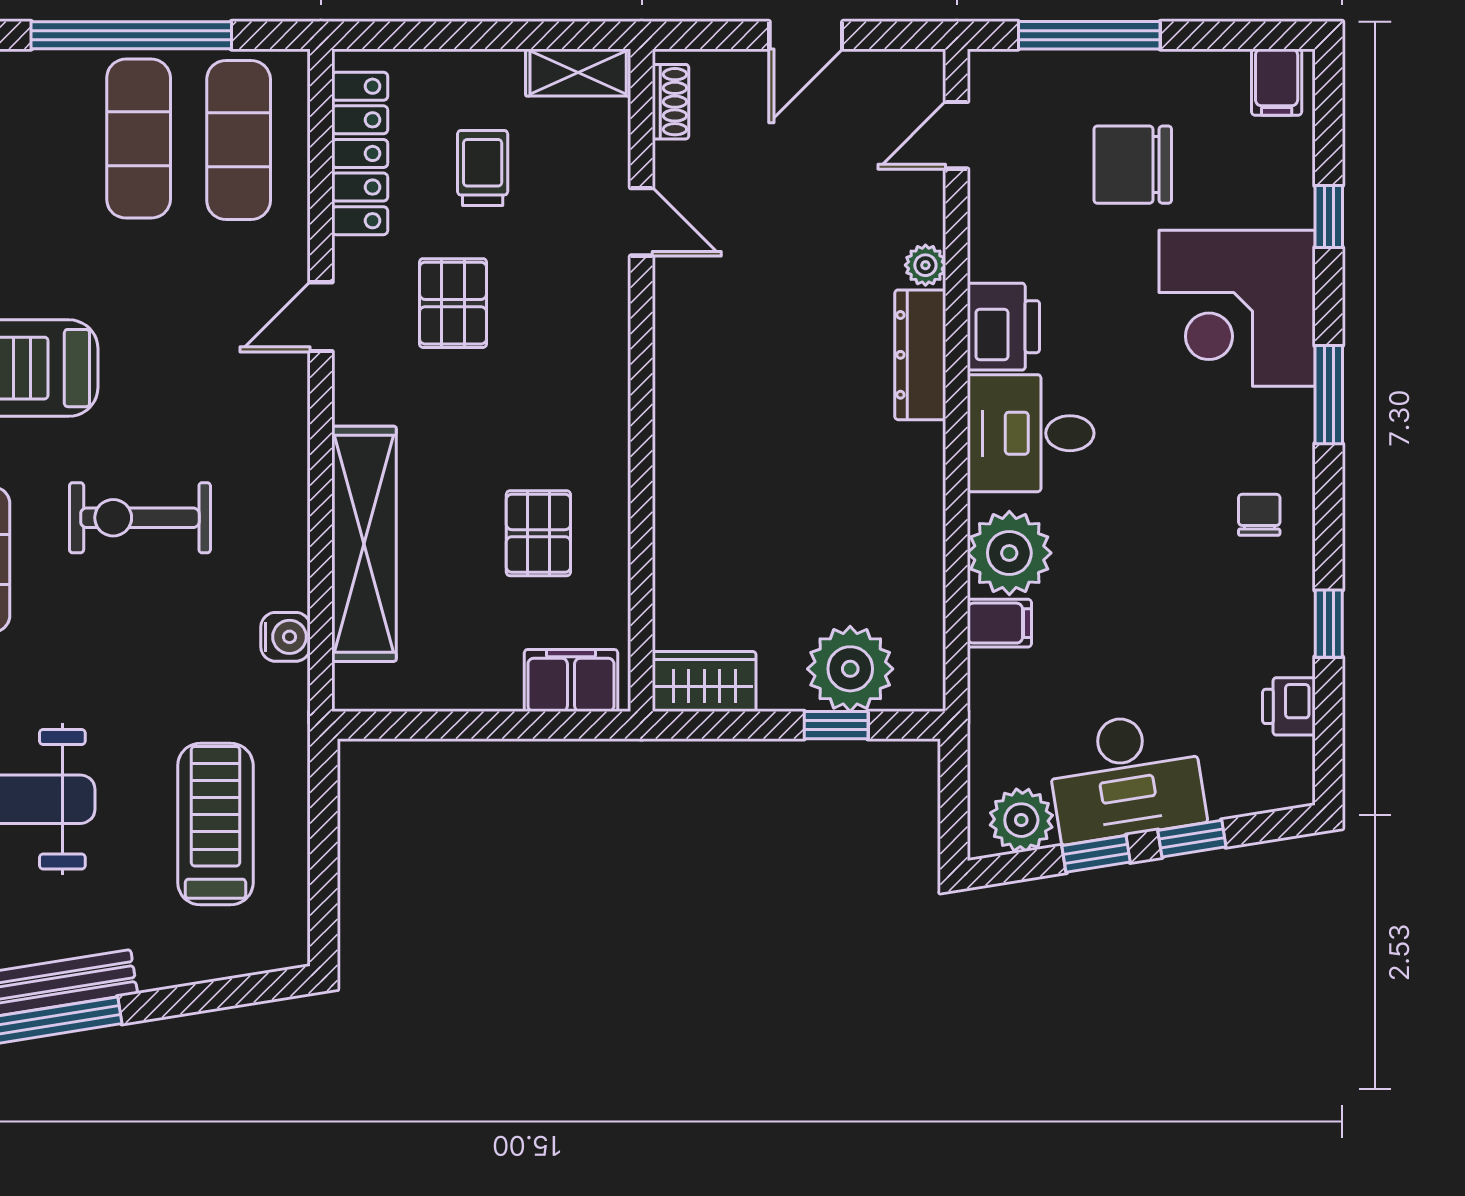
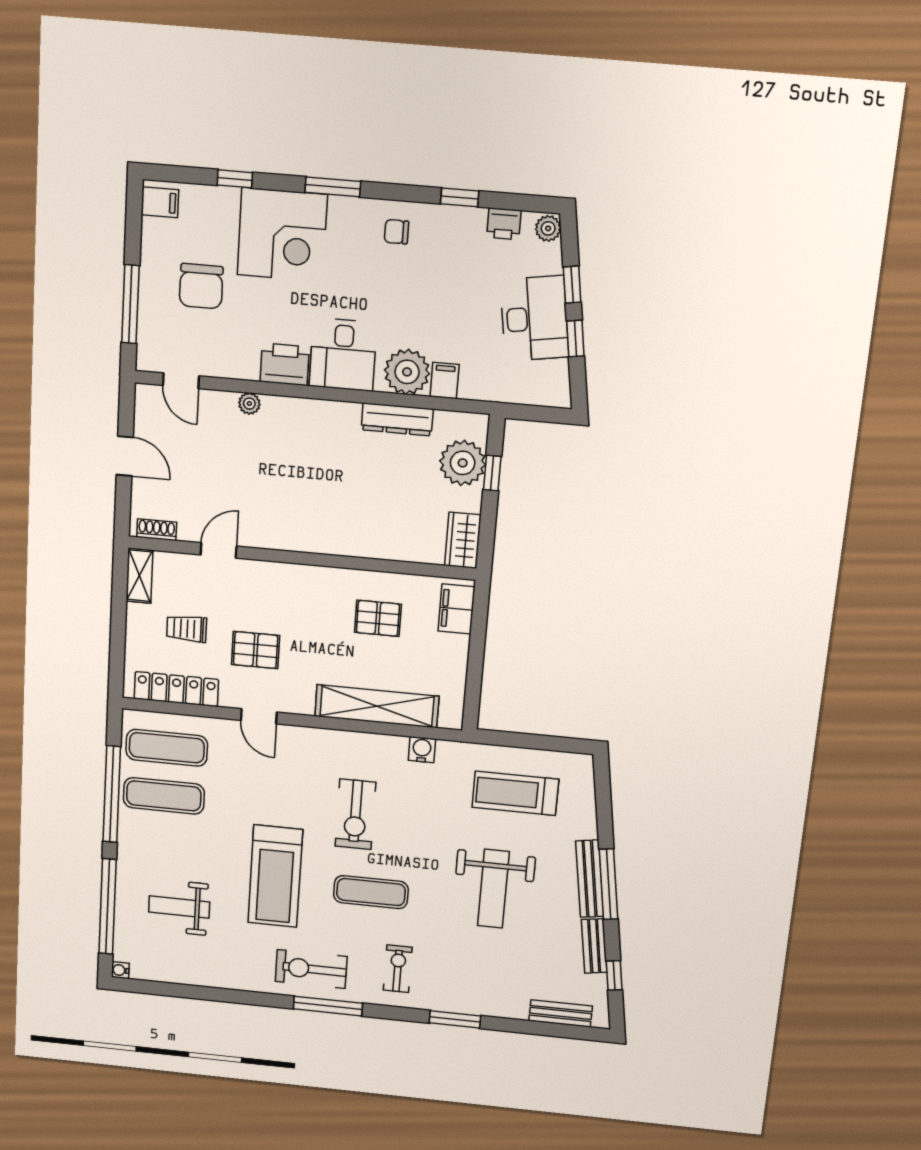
dresser: (920, 355) -> (397, 419), moved
plant: (1021, 820) -> (548, 228), moved, width x0.73, depth x0.73

